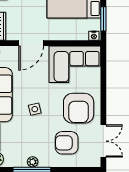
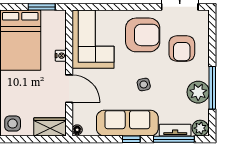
nightstand: (94, 36) -> (61, 56), moved
plant: (33, 162) -> (198, 92), width x1.88, depth x1.88

